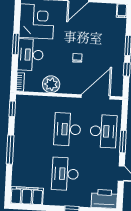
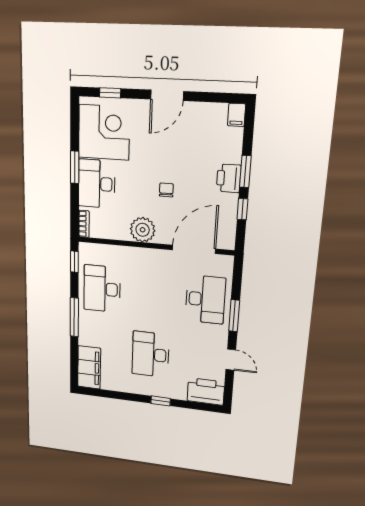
printer: (118, 50) -> (229, 178), added
plant: (51, 84) -> (143, 230), moved
desk: (67, 129) -> (102, 289), moved
filing cabinet: (27, 196) -> (89, 367), moved, turned 90

